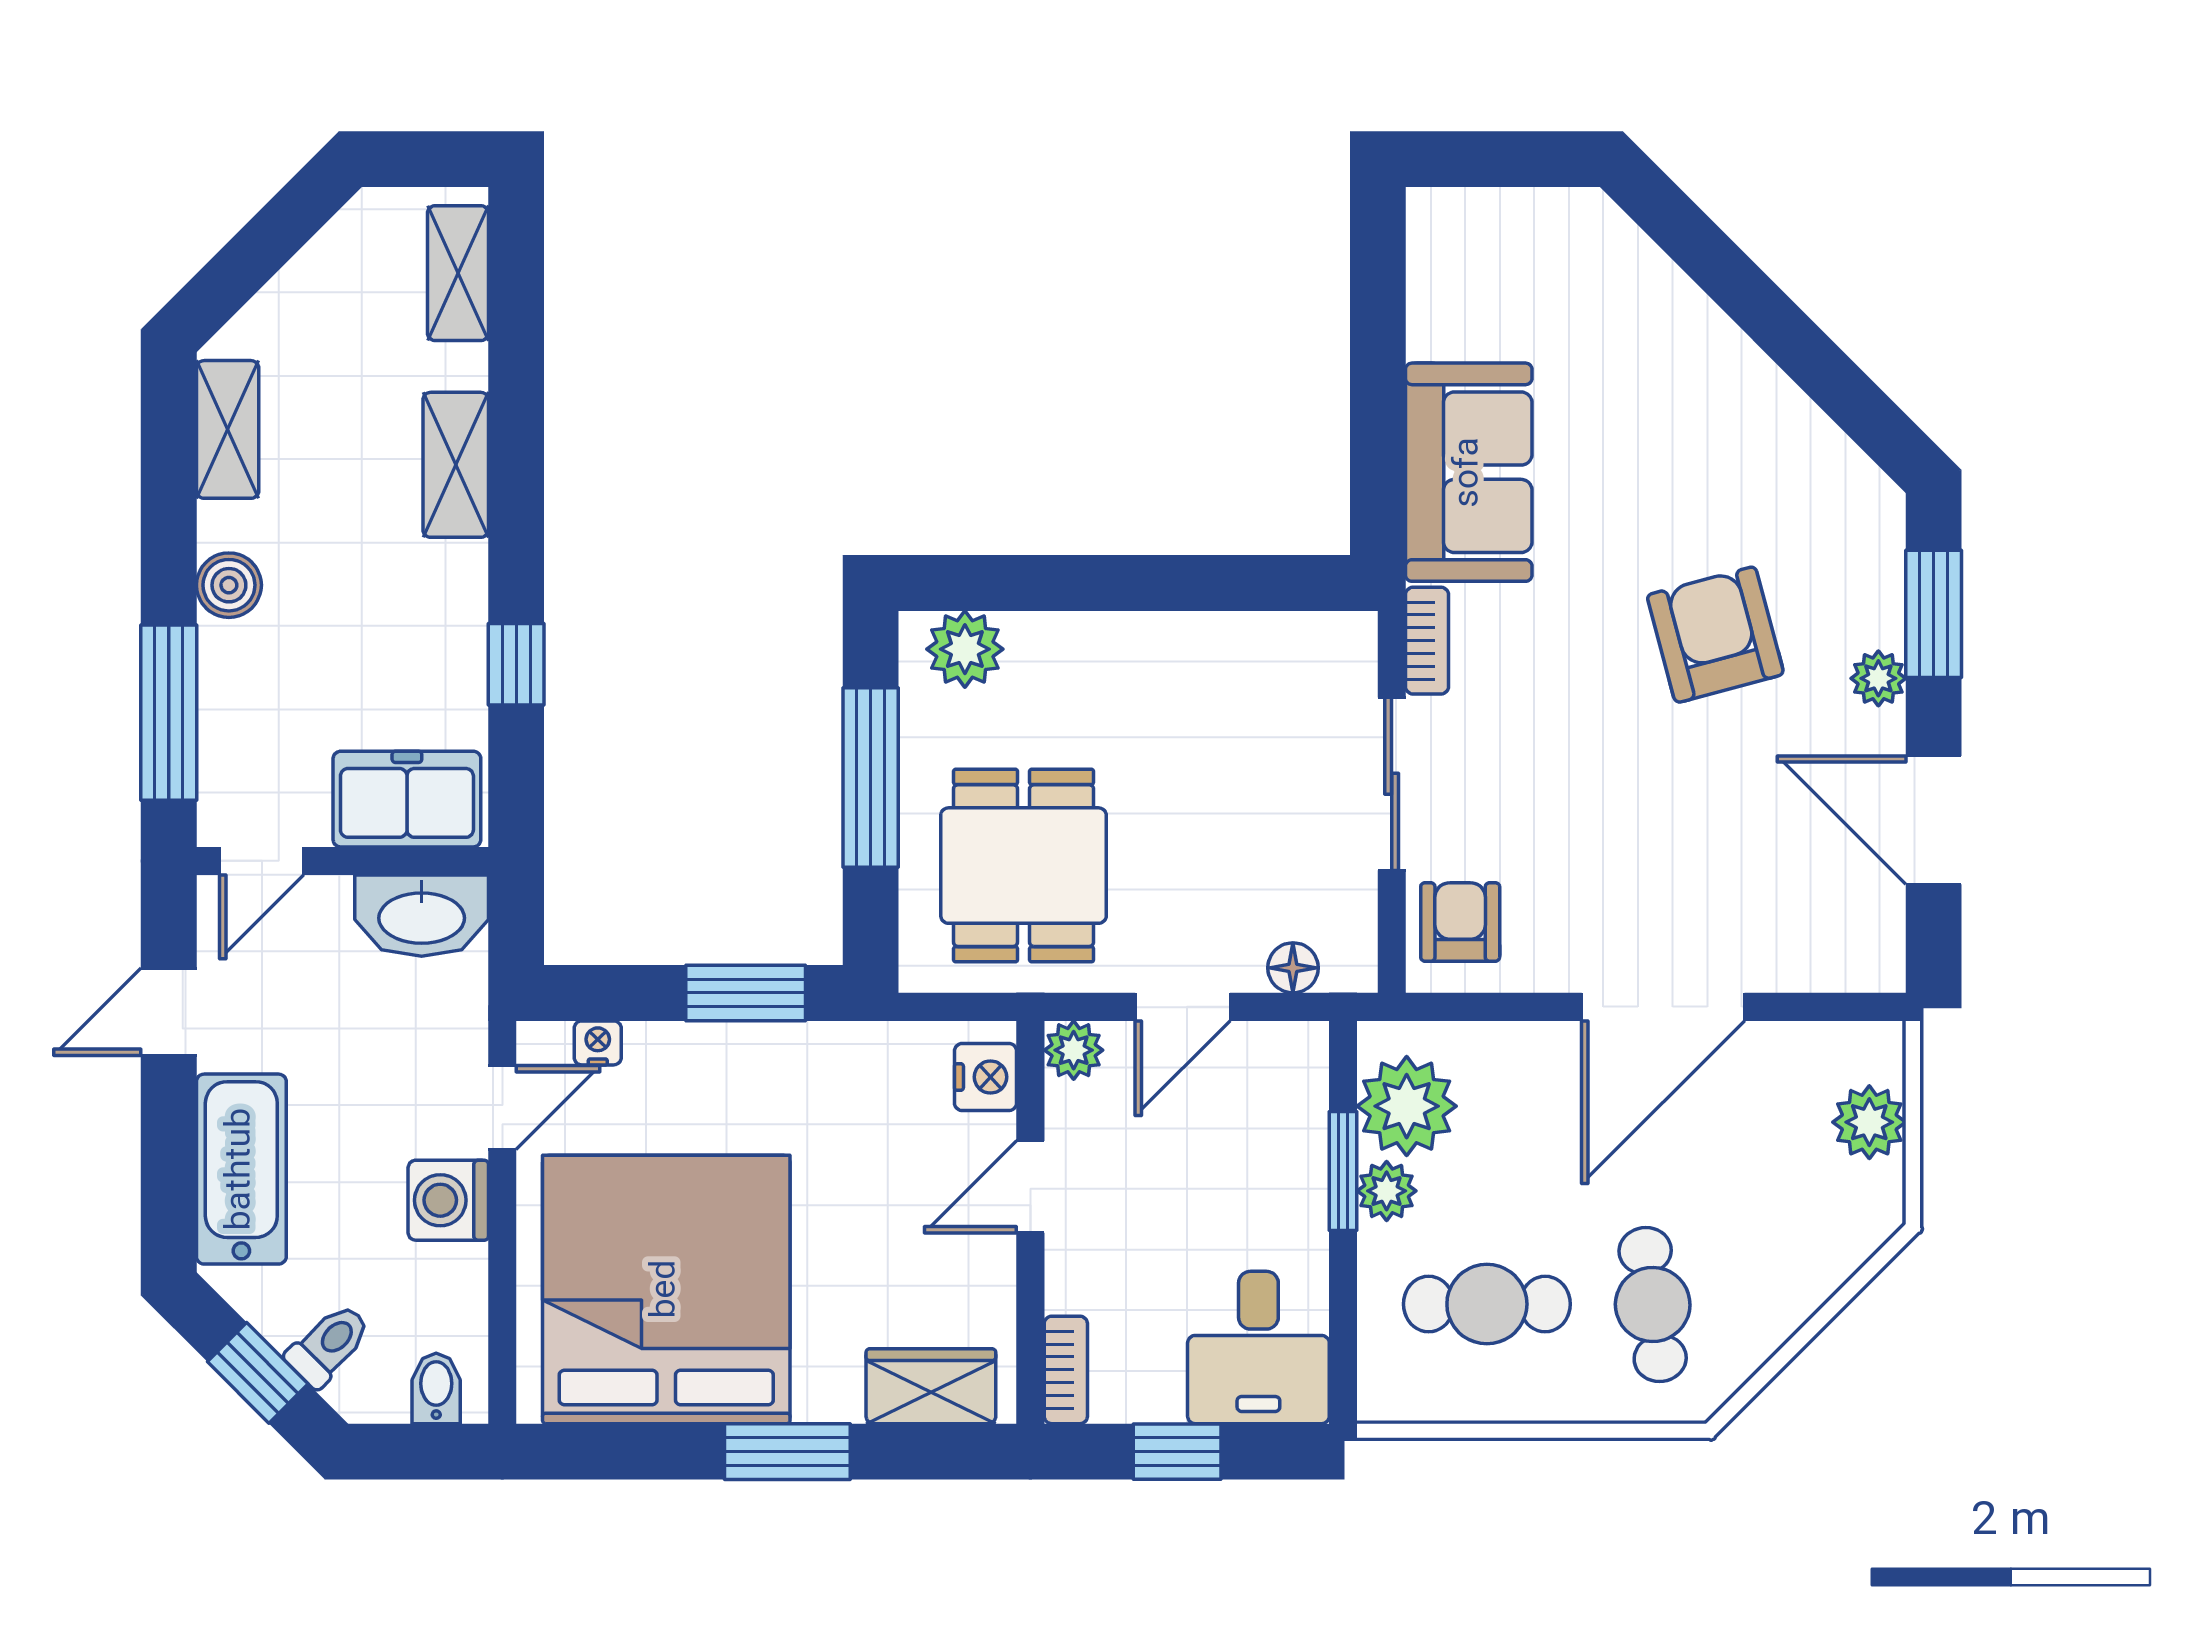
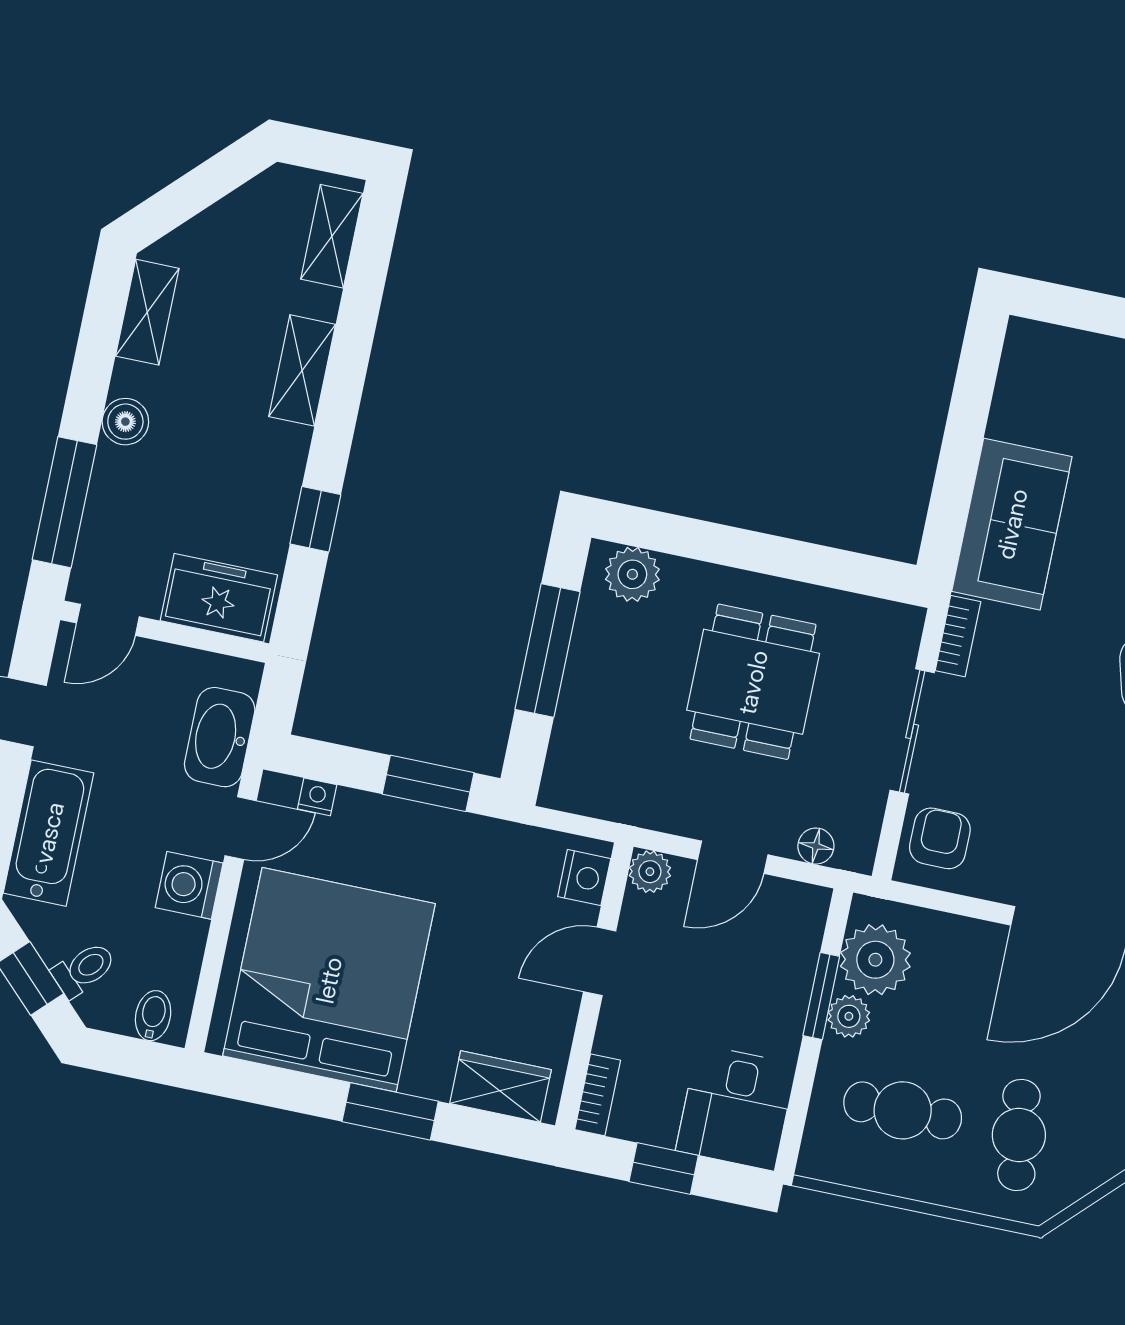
dining table: (1024, 866) -> (753, 682), moved
washbasin: (422, 916) -> (220, 737), moved, turned 90

